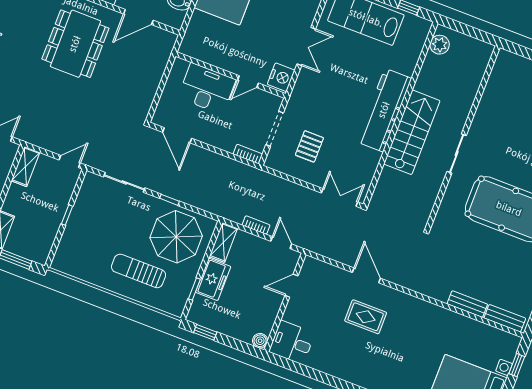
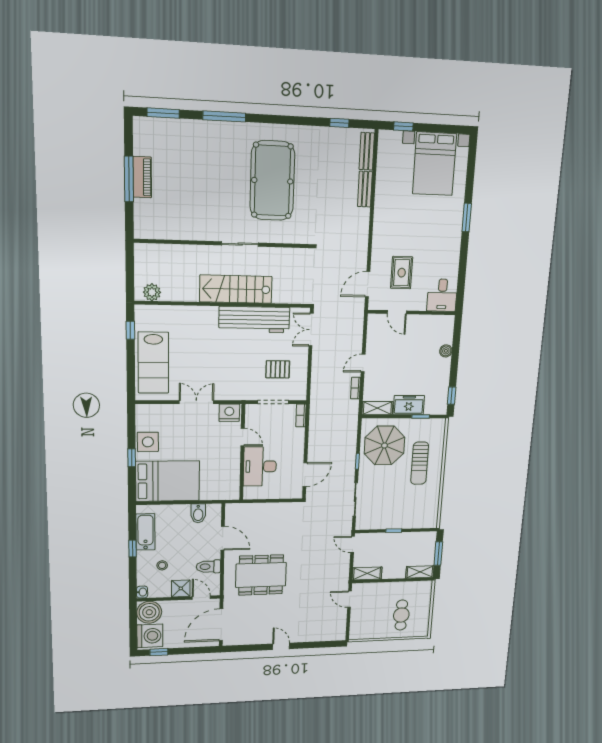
workbench: (384, 110) -> (254, 320), moved
door: (291, 286) -> (397, 312), moved
wall: (285, 302) -> (412, 313), moved
desk: (292, 342) -> (442, 295), moved

